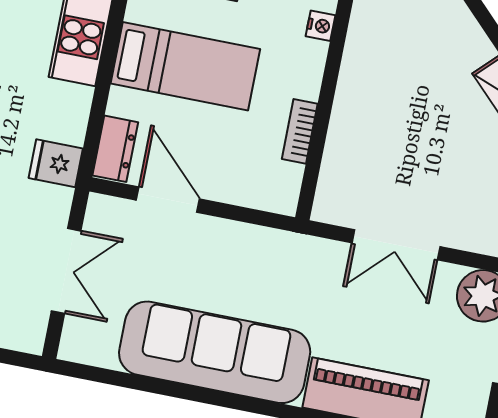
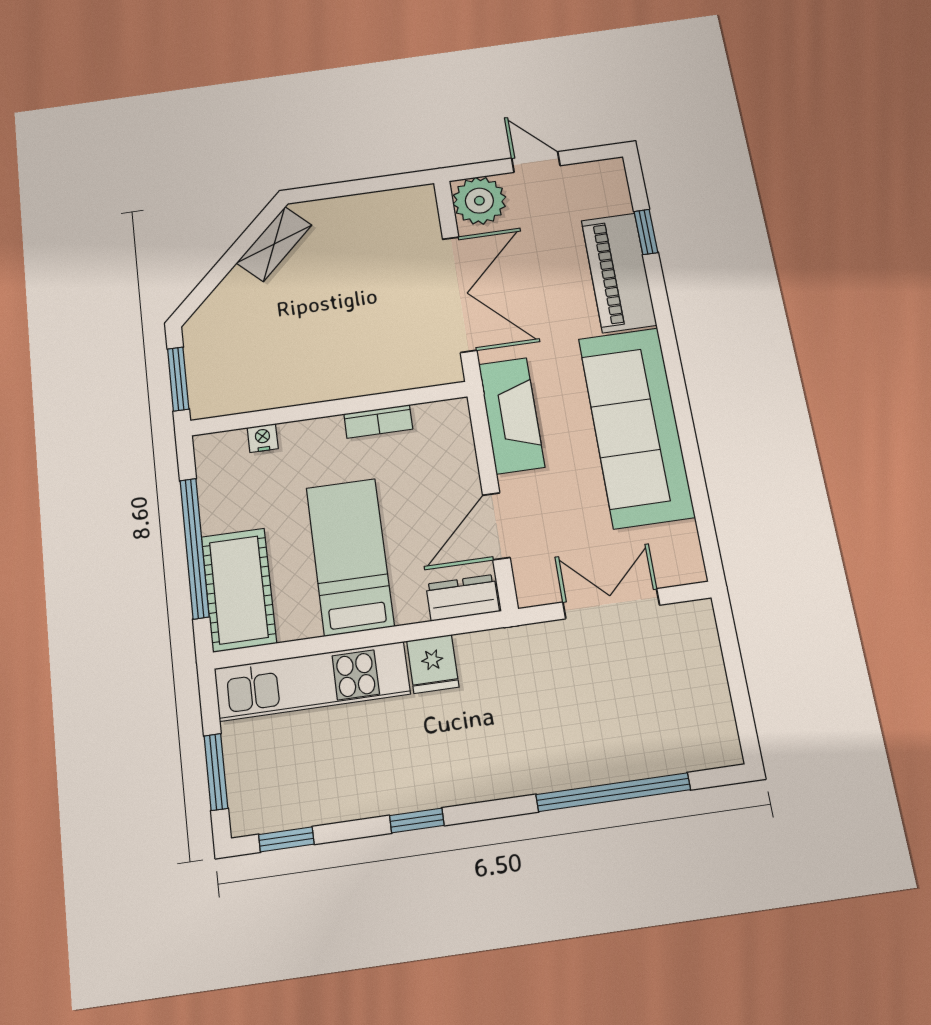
fridge: (56, 163) -> (433, 664), moved
double door: (396, 245) -> (459, 294), width x1.37
fireplace: (264, 249) -> (511, 415), added

